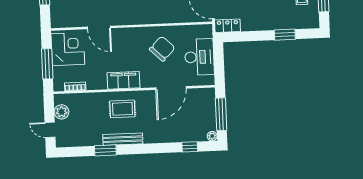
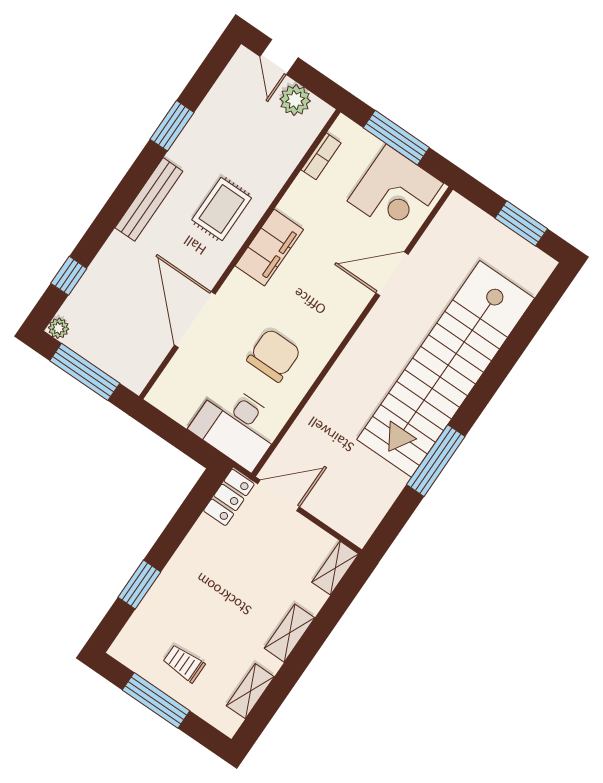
chair: (162, 49) -> (274, 355), turned -134
desk: (199, 57) -> (237, 426), moved
door: (50, 130) -> (279, 57), swing flipped
bench: (123, 139) -> (149, 199), moved

